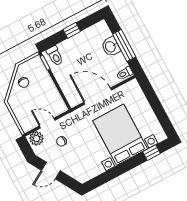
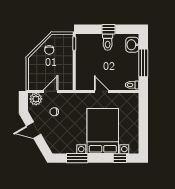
washbasin: (111, 47) -> (132, 45), moved
toilet: (55, 56) -> (108, 42), moved
door: (98, 96) -> (101, 91), width x0.53
door: (47, 123) -> (51, 91), hinge flipped
window: (109, 175) -> (77, 158), added

